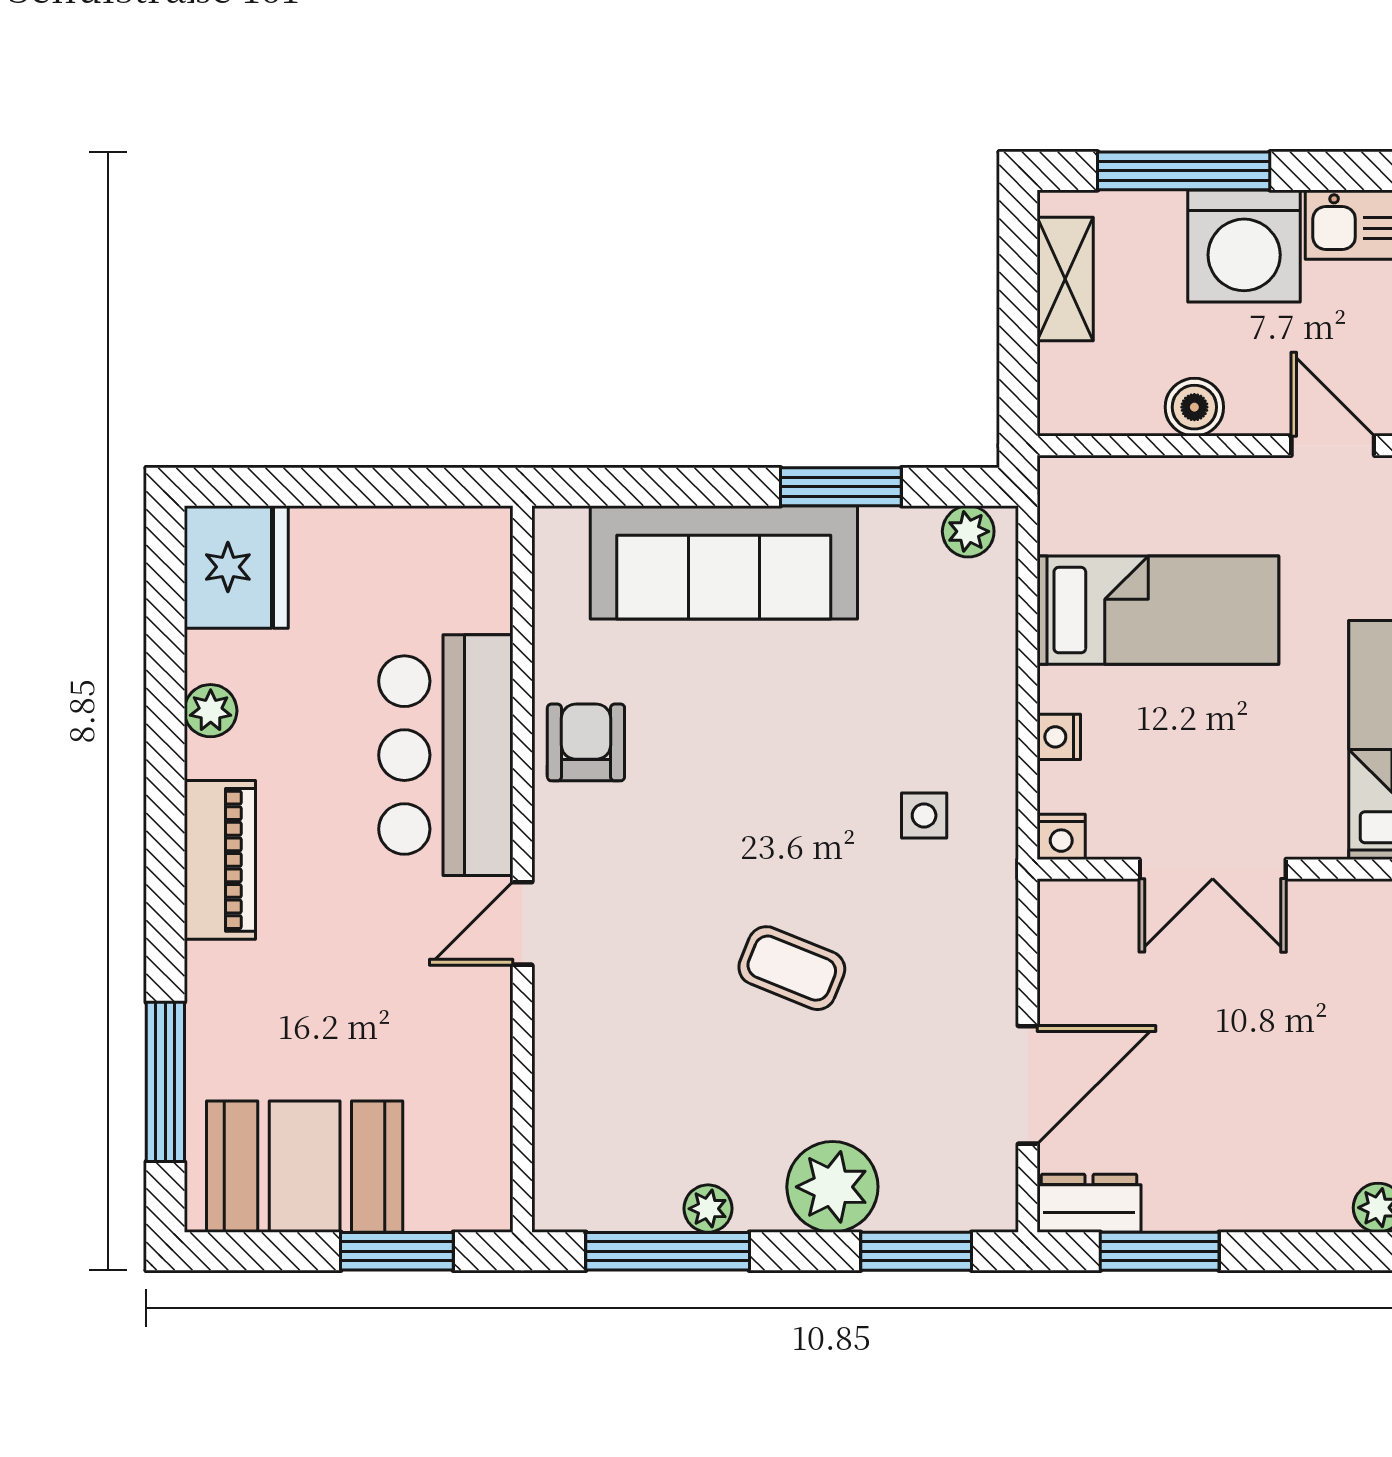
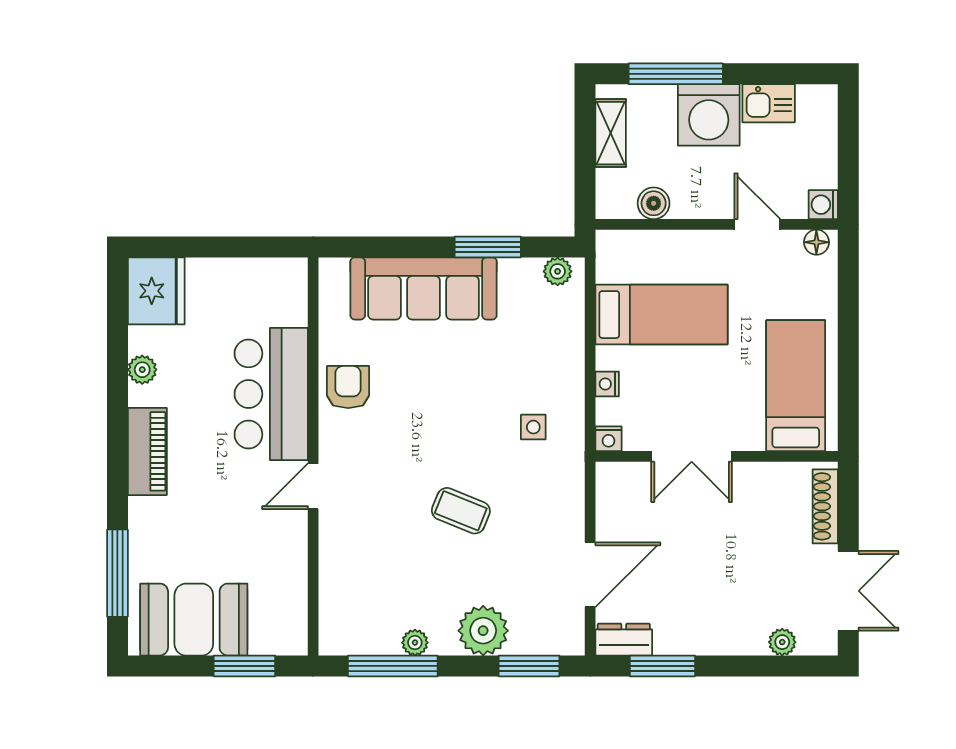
boiler: (1194, 407) -> (654, 203), moved

